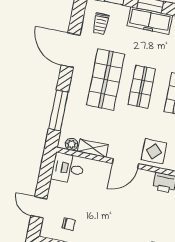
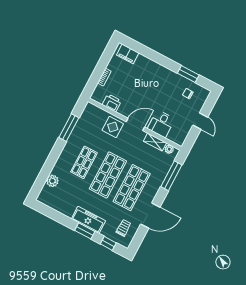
door: (71, 50) -> (150, 216), hinge flipped
shop shelf: (142, 87) -> (108, 175), width x1.43, depth x1.36
desk: (68, 168) -> (161, 124), moved, turned 90
door: (39, 207) -> (200, 121), moved

